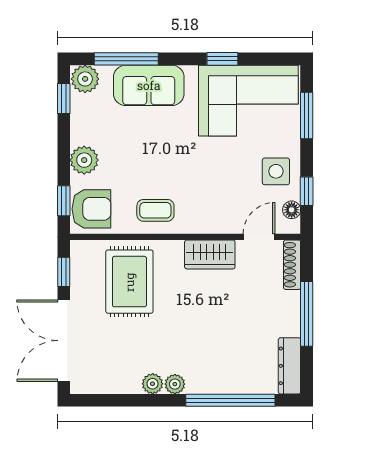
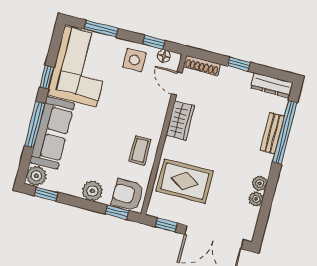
window: (126, 59) -> (35, 125), moved
sofa: (149, 85) -> (52, 133), width x1.36
armchair: (91, 209) -> (128, 195), turned -90
window: (307, 314) -> (239, 64), width x0.46
plant: (175, 384) -> (256, 199), moved
bench: (225, 384) -> (272, 133), added

